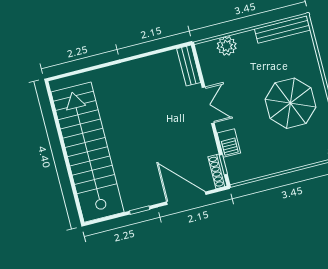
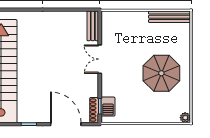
plant: (227, 46) -> (125, 18), removed
double door: (208, 105) -> (100, 59), swing flipped
barbecue: (229, 143) -> (108, 107), moved

